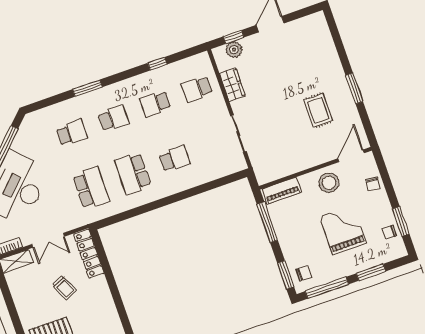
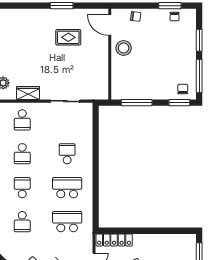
school desk: (72, 133) -> (22, 222), turned 180
school desk: (133, 174) -> (67, 188), turned 180
piano: (282, 191) -> (117, 84), removed
grand piano: (343, 230) -> (161, 50), removed

